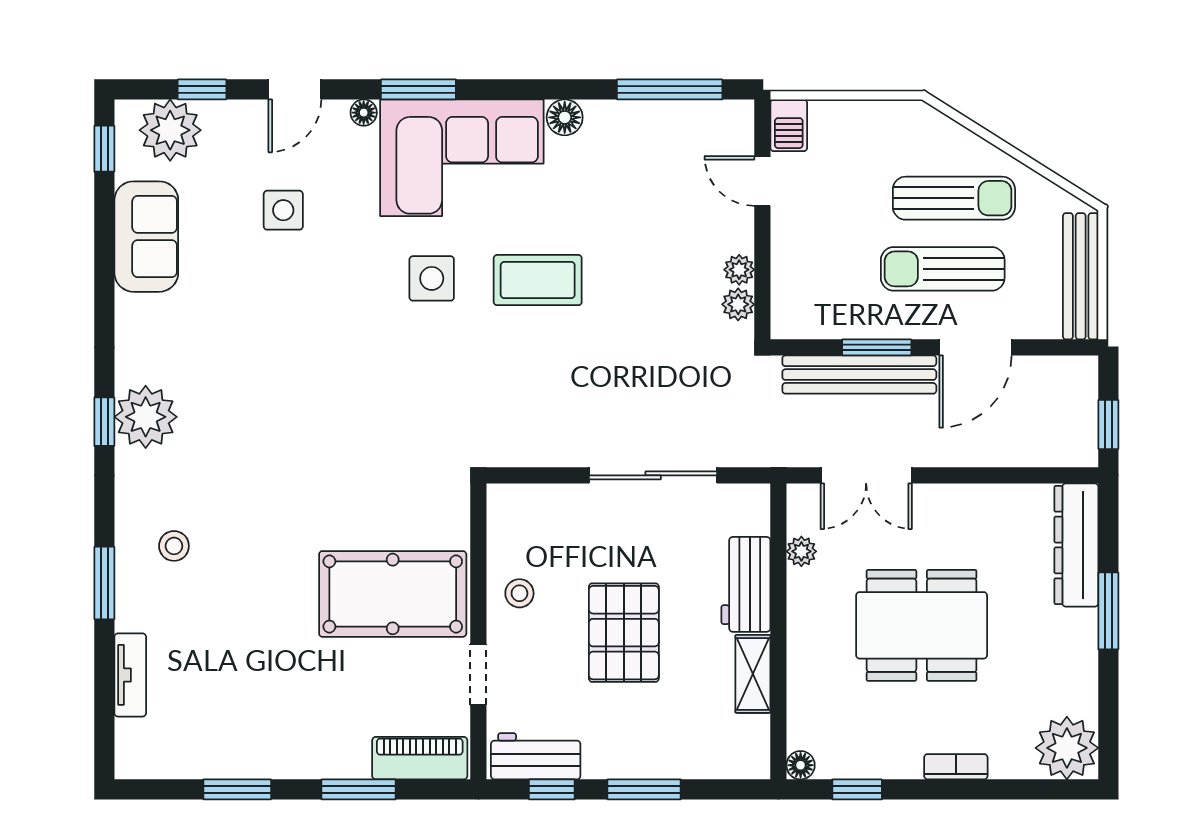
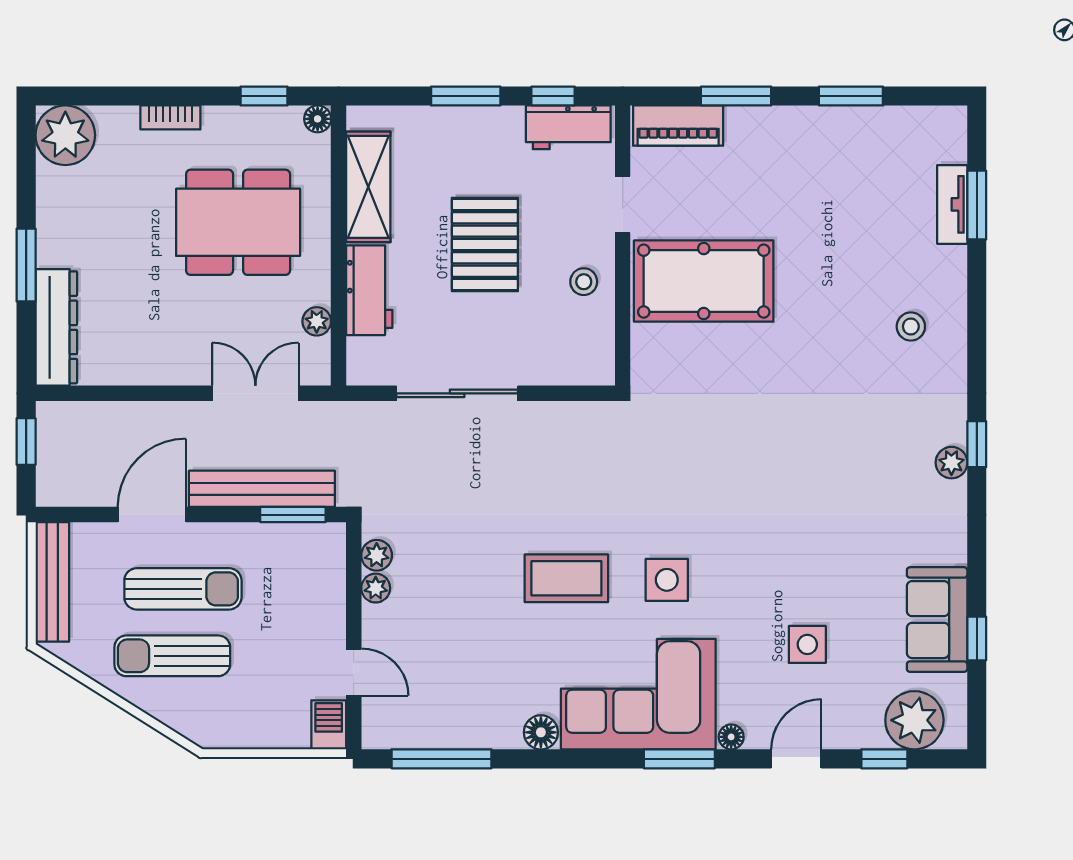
window: (104, 149) -> (977, 638), moved
window: (877, 347) -> (293, 515), moved
plant: (146, 417) -> (951, 463), width x0.53, depth x0.53
window: (104, 583) -> (977, 205), moved
dining table: (922, 625) -> (238, 222), moved
shelving: (753, 674) -> (368, 187), width x1.50, depth x1.33

